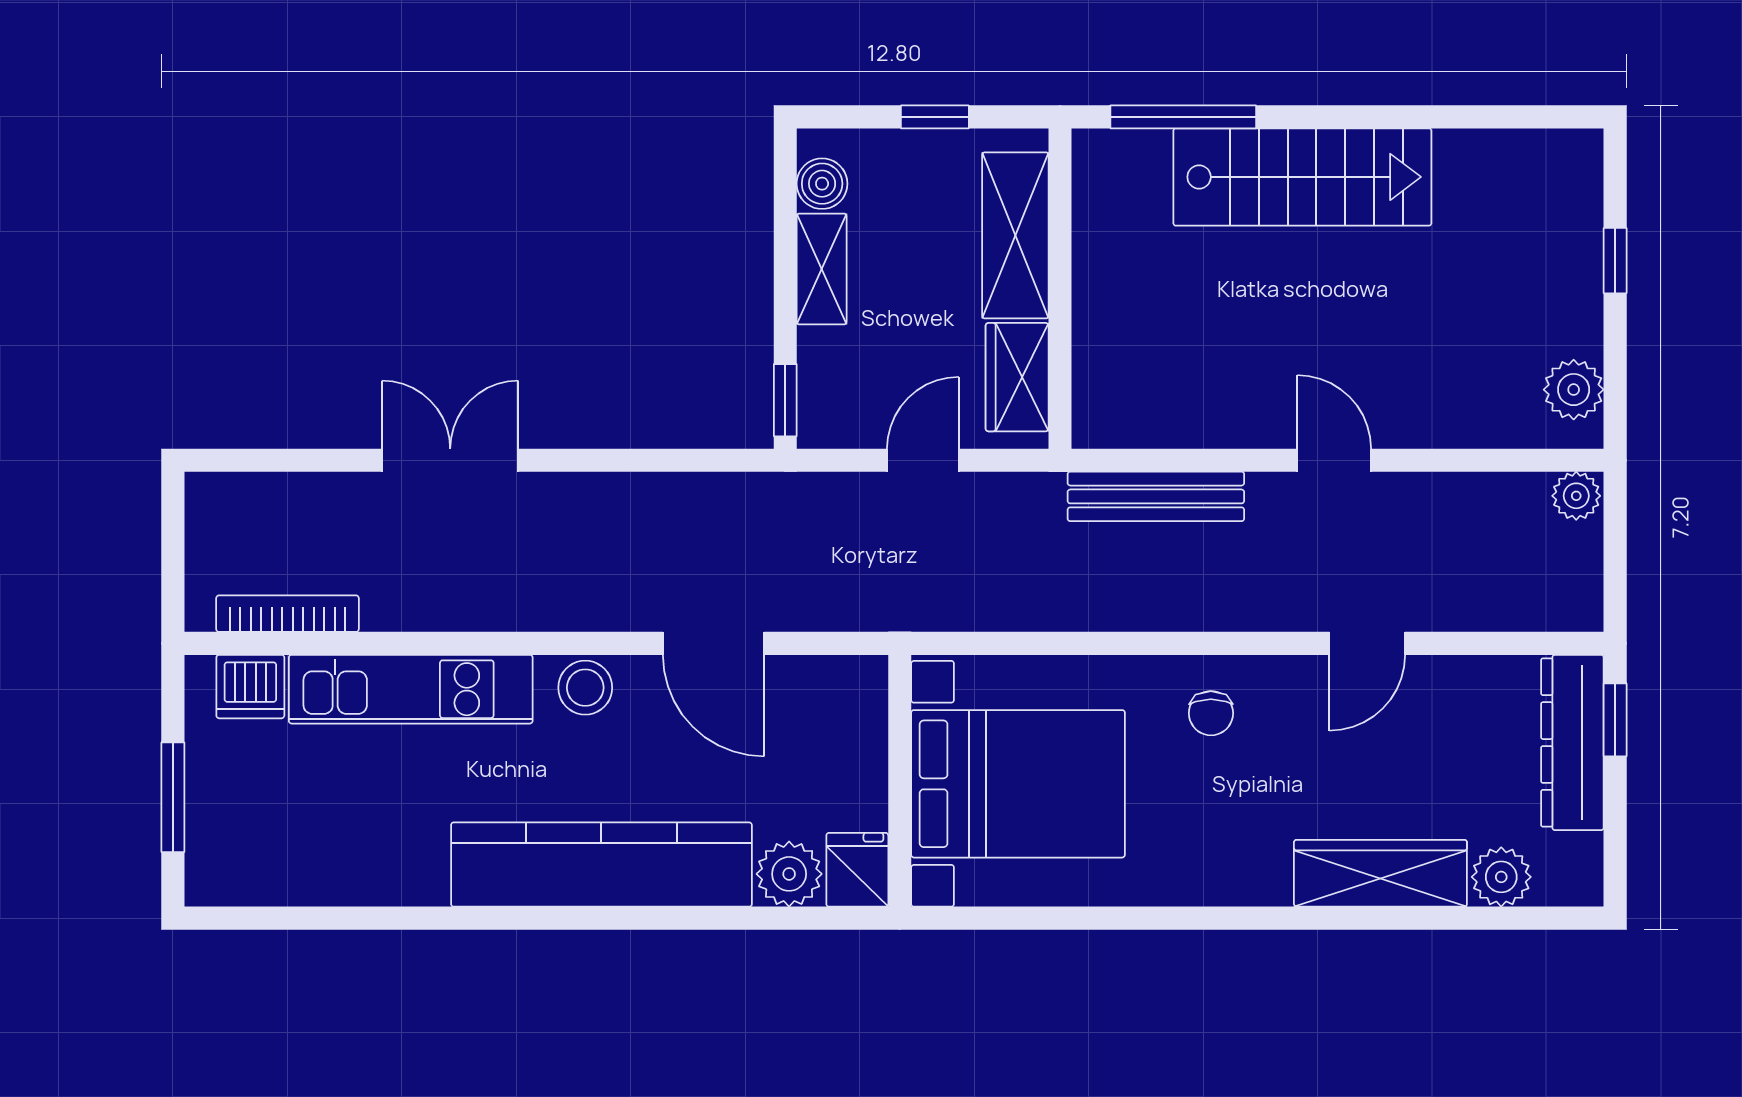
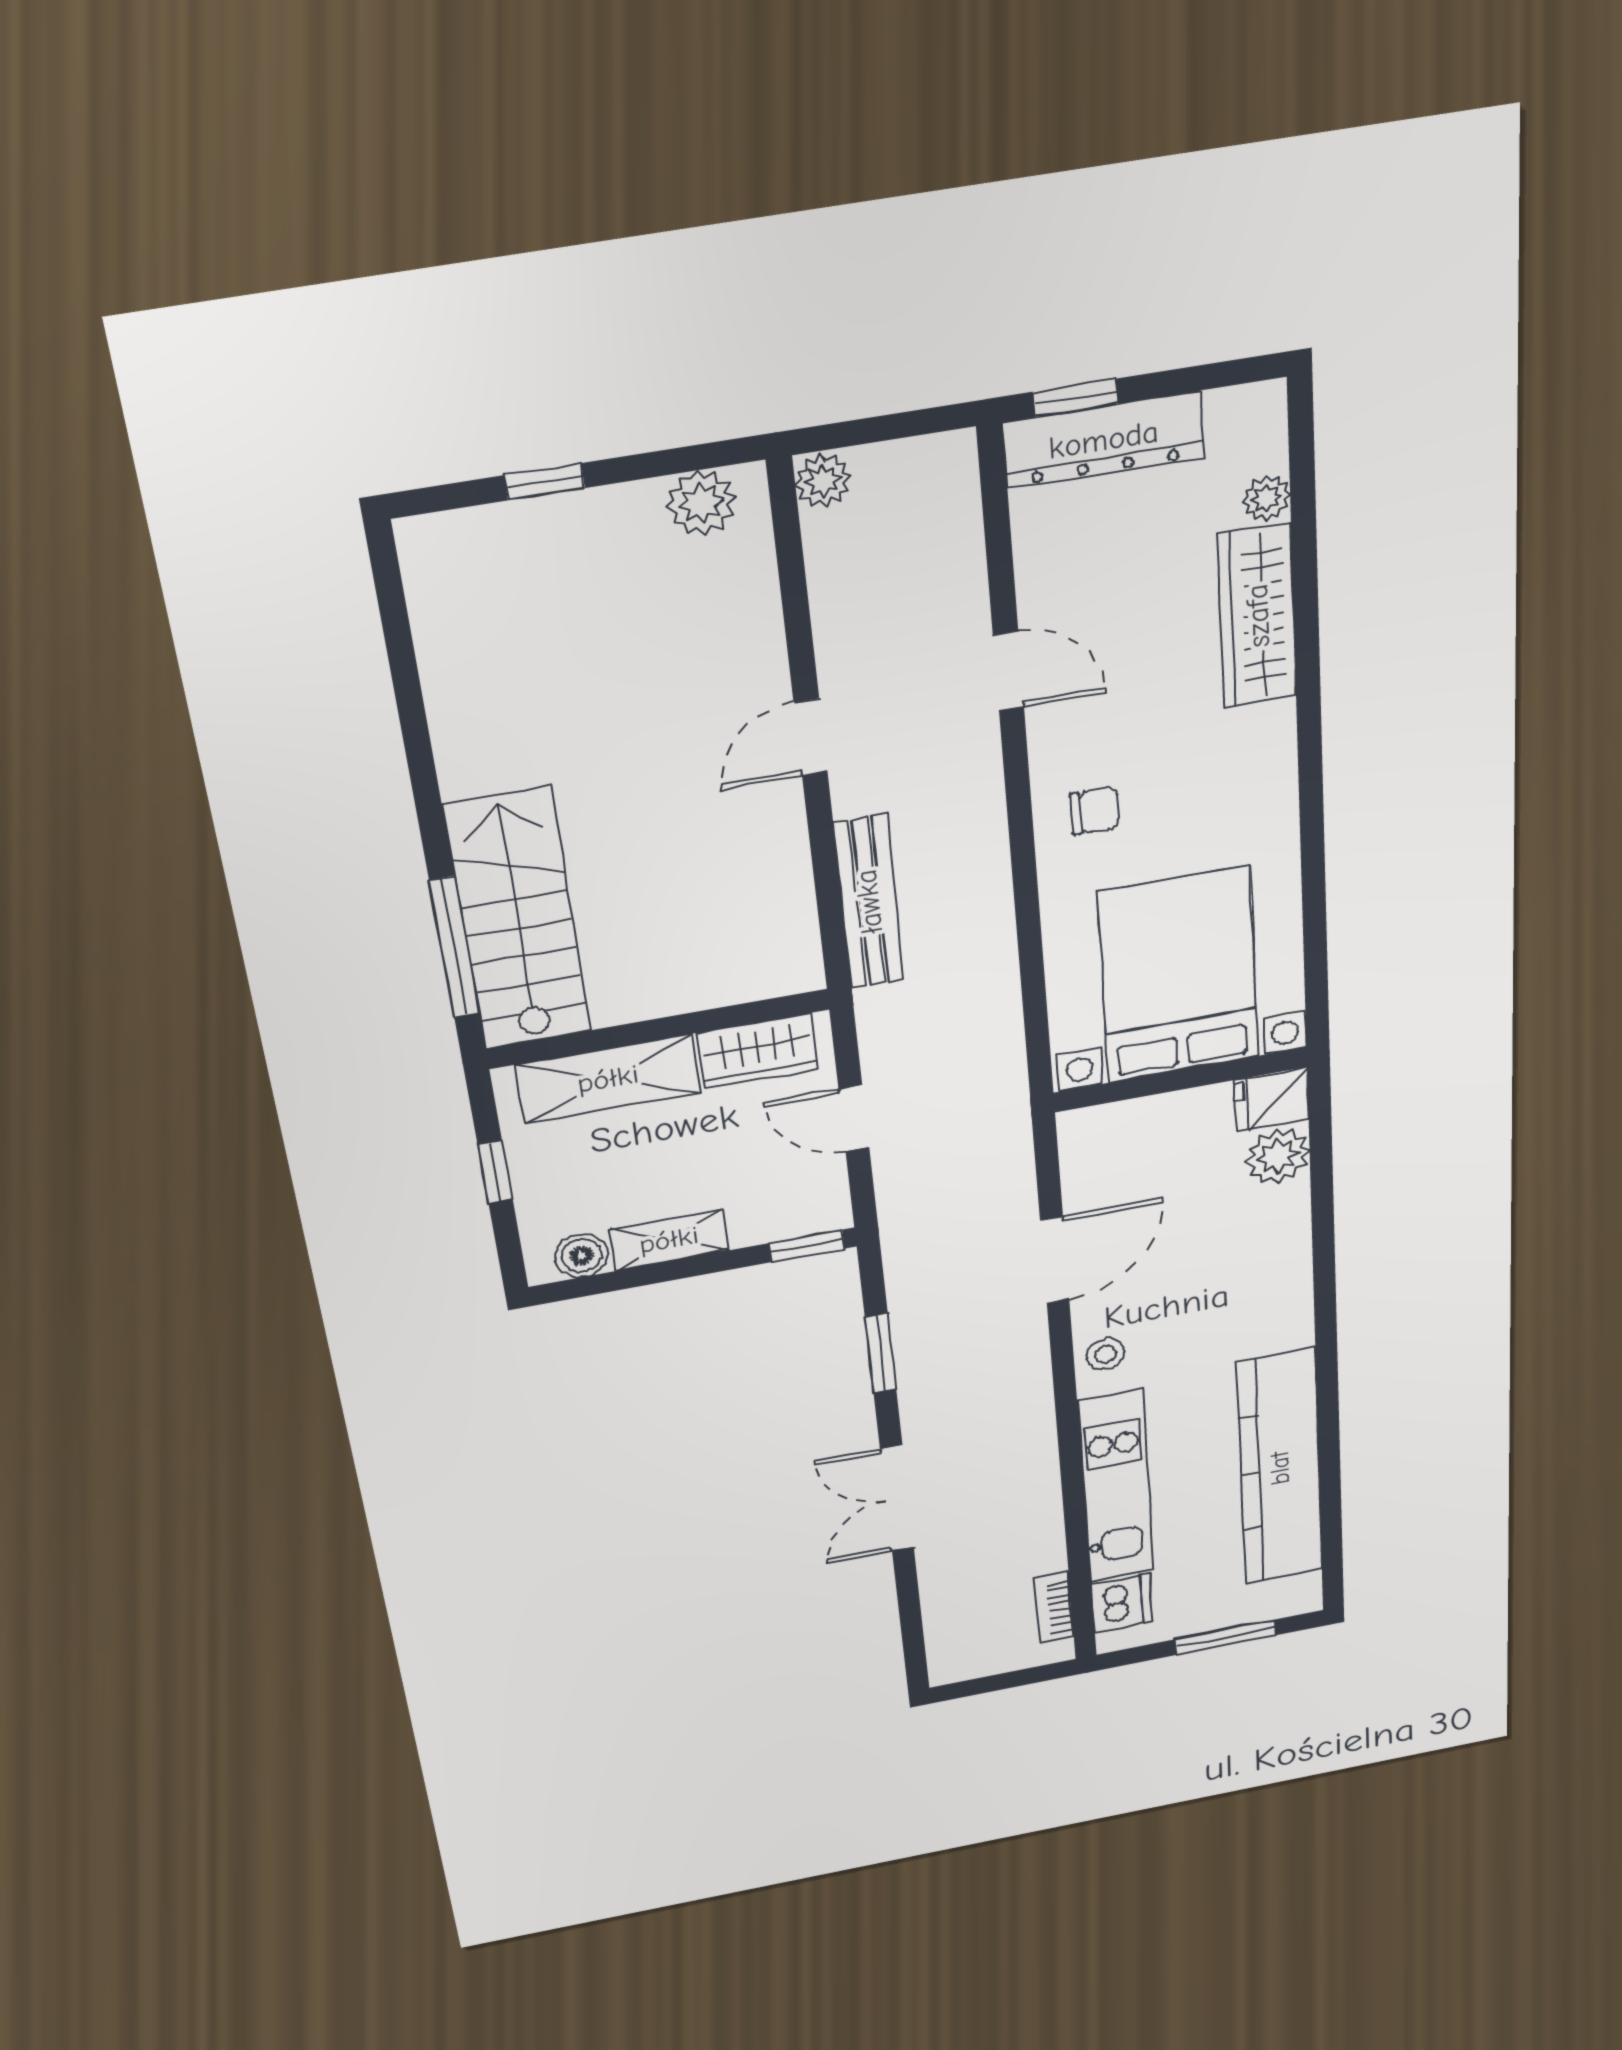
stairs: (1302, 177) -> (518, 920), moved
window: (639, 460) -> (881, 1353), added
bookcase: (288, 614) -> (1054, 1608), width x0.64
stool: (585, 688) -> (1105, 1354), width x0.73, depth x0.73
kitchen counter: (601, 865) -> (1280, 1468), moved
plant: (1501, 877) -> (1266, 498), width x0.73, depth x0.73

